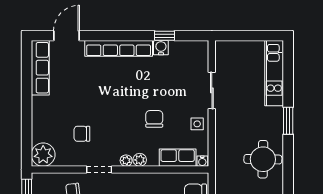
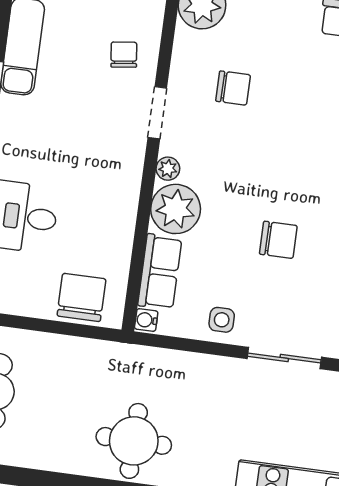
chair: (154, 119) -> (278, 240), moved
chair: (82, 134) -> (233, 88), turned 90
plant: (140, 160) -> (176, 209), width x1.87, depth x1.87

